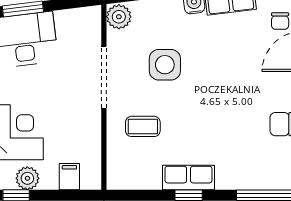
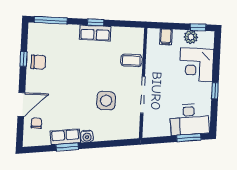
plant: (119, 17) -> (132, 130), removed
coffee table: (143, 126) -> (131, 60), moved

